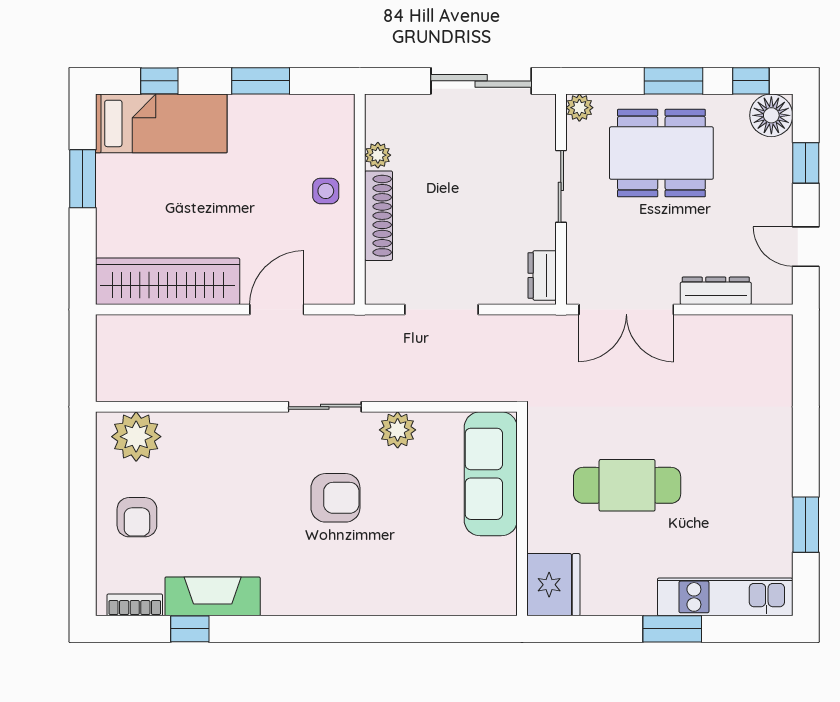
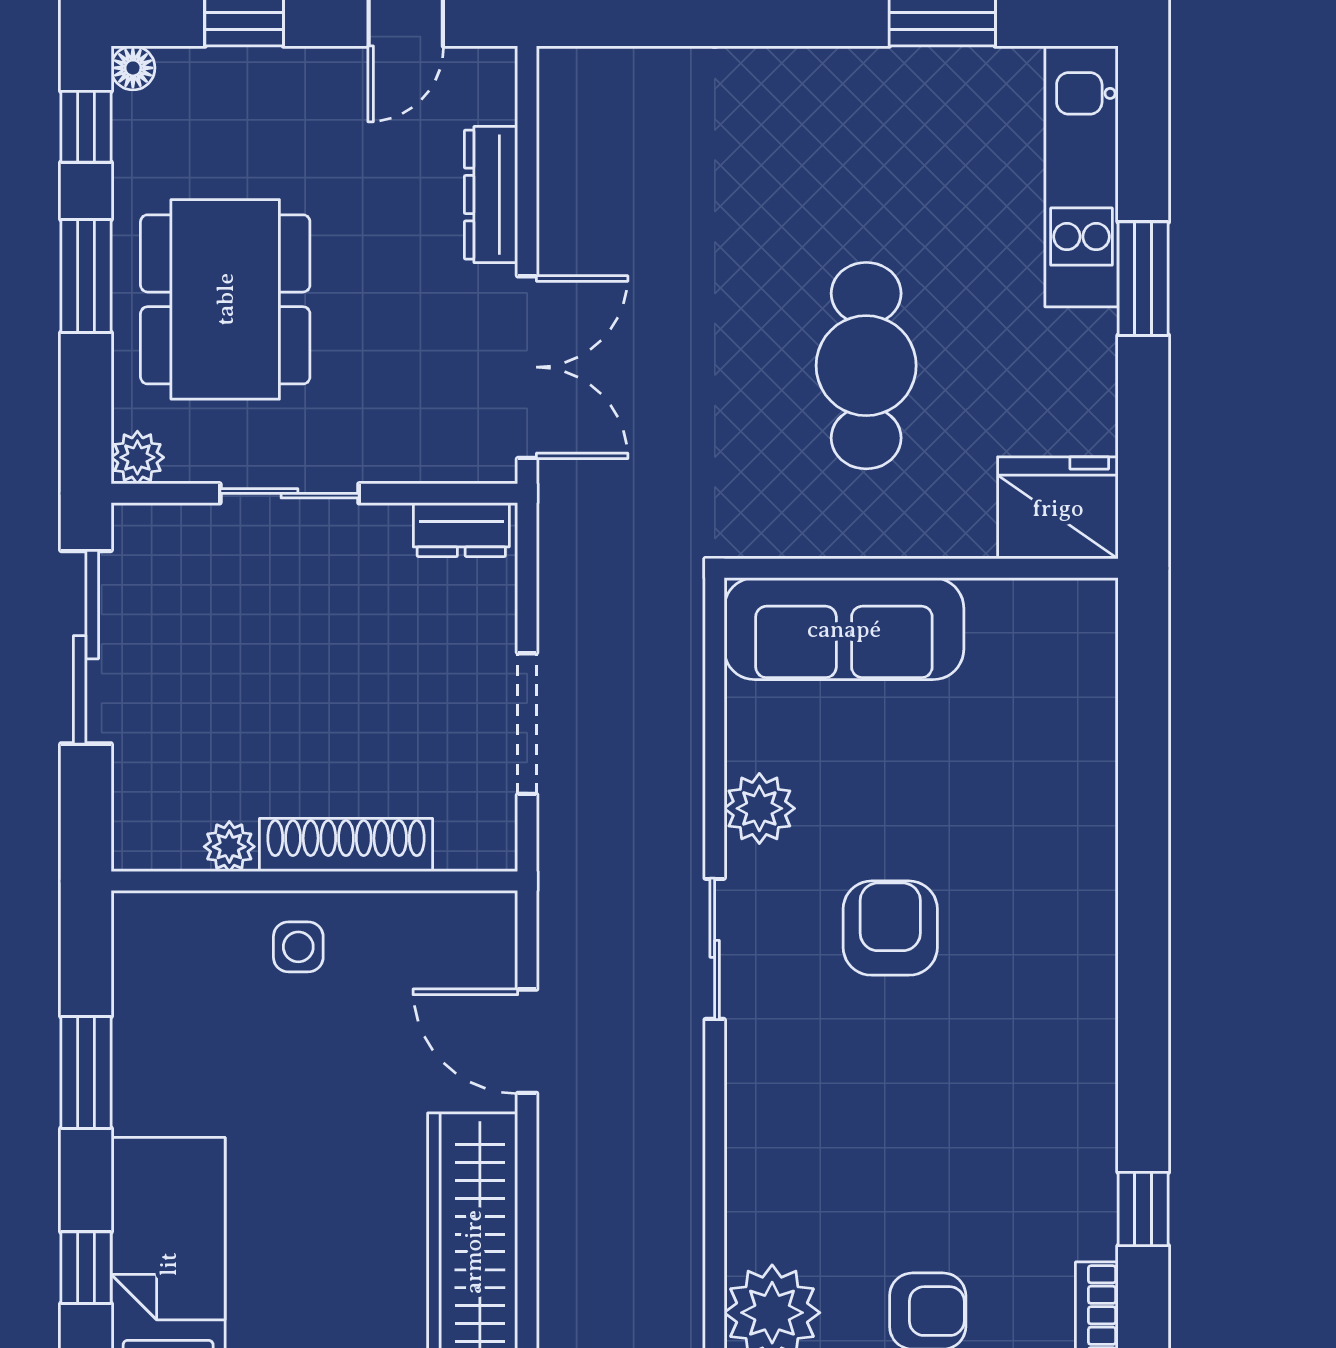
floor lamp: (771, 115) -> (133, 68), width x0.53, depth x0.53
fireplace: (213, 596) -> (1080, 1165), removed

